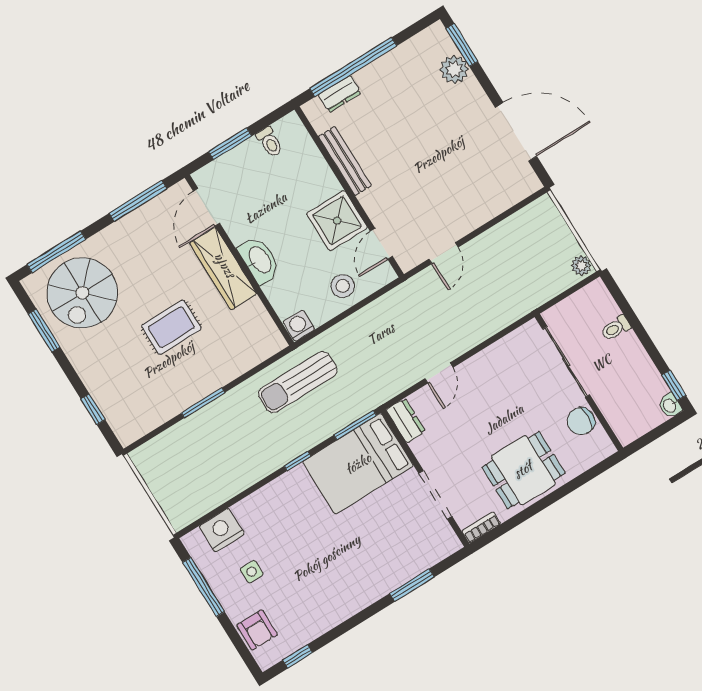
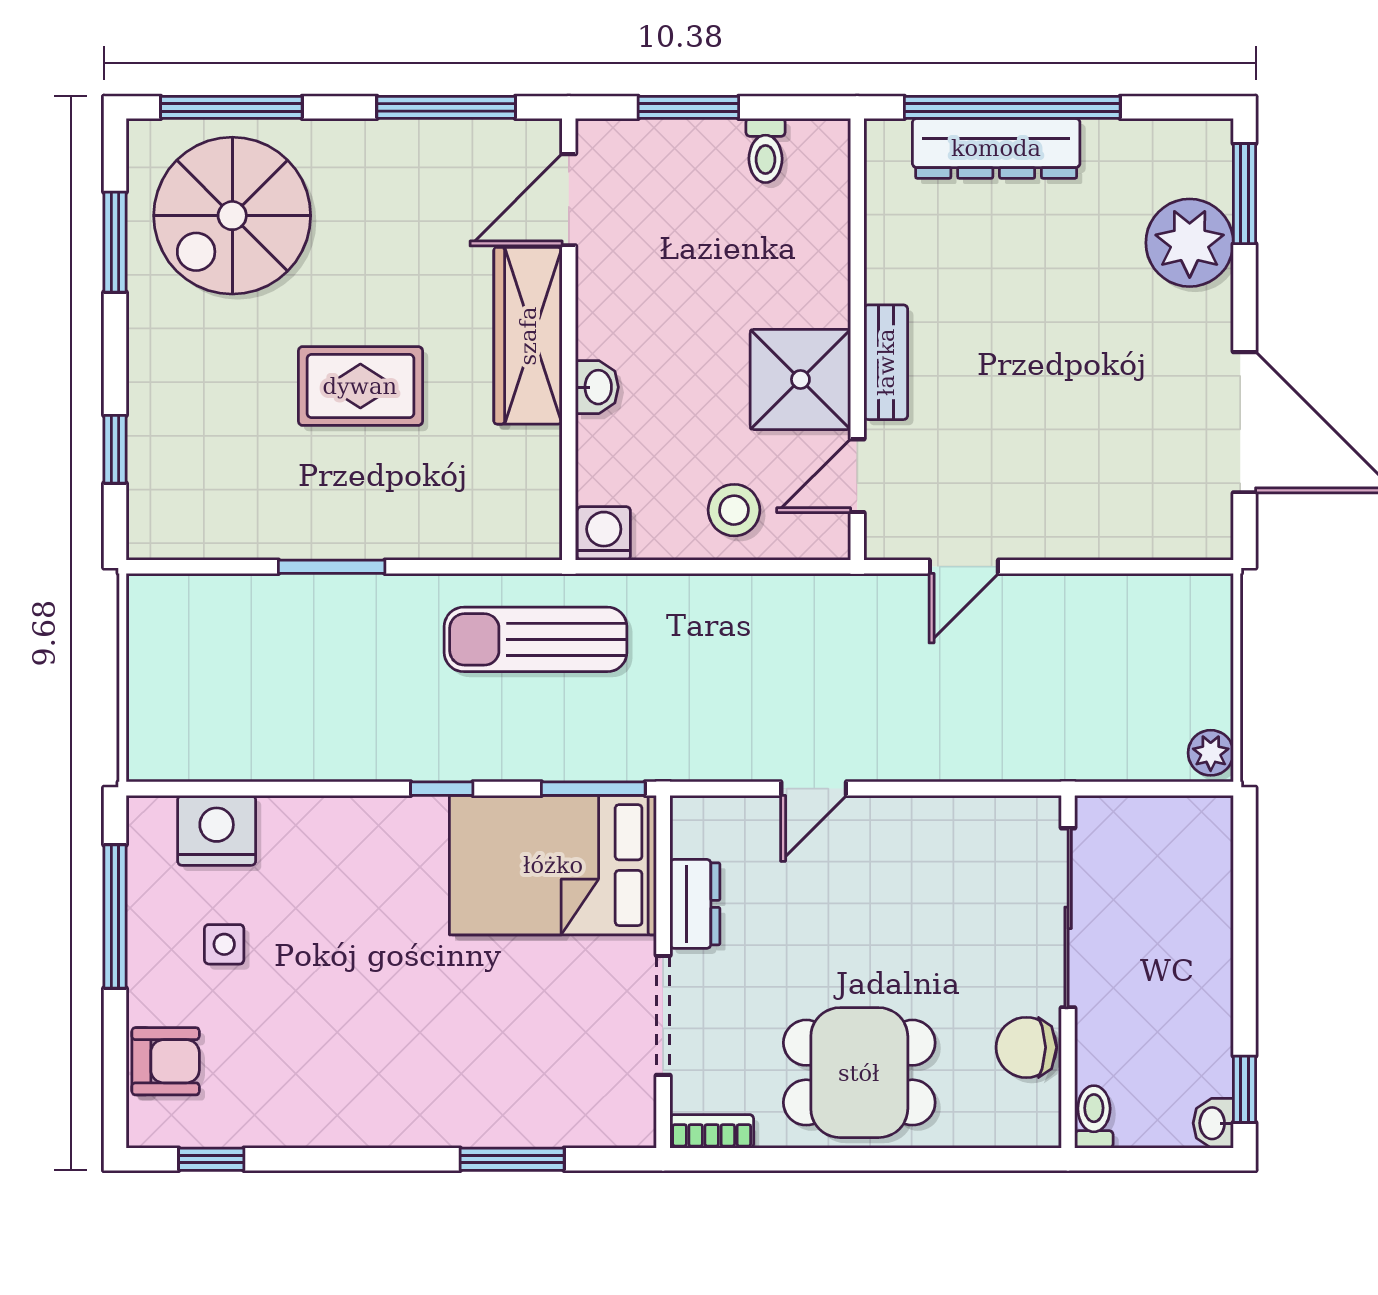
plant: (454, 69) -> (1190, 243), width x1.36, depth x1.36
dresser: (340, 94) -> (996, 148), width x1.96, depth x1.24
bench: (345, 161) -> (886, 362), moved, width x0.73
washbasin: (259, 260) -> (597, 387), width x0.52, depth x0.69
toilet: (616, 328) -> (1094, 1117), moved, turned 90
dresser: (406, 421) -> (695, 904), moved
armchair: (257, 630) -> (166, 1061), turned -90

